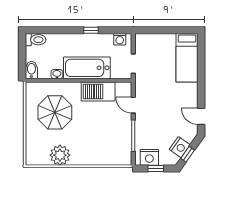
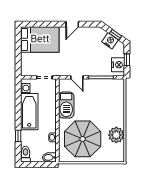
window: (91, 30) -> (18, 136), moved
bed: (187, 58) -> (40, 39), width x1.50
bathtub: (87, 68) -> (29, 112), moved, turned 180
door: (133, 105) -> (77, 77), hinge flipped
parasol: (55, 112) -> (83, 139), width x1.36, depth x1.36
door: (201, 116) -> (72, 24), moved

